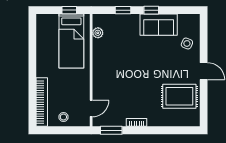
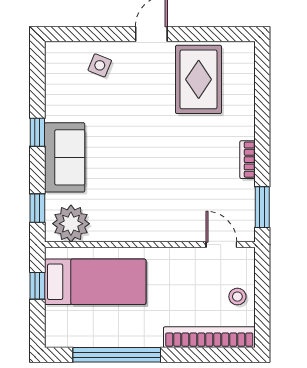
window: (123, 10) -> (37, 208), moved
sofa: (159, 25) -> (65, 157), moved
plant: (98, 33) -> (71, 224), width x1.88, depth x1.88
window: (32, 53) -> (117, 355), added

